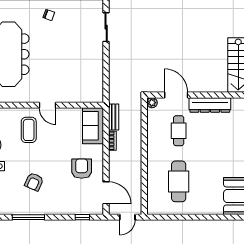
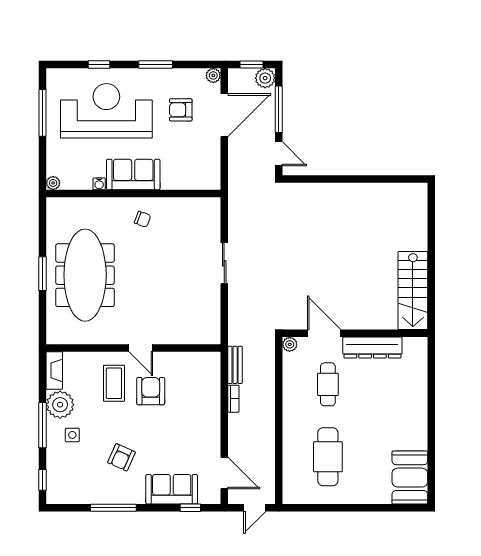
sliding door: (106, 27) -> (224, 263), moved
sofa: (93, 126) -> (172, 489), moved, turned 90
armchair: (82, 169) -> (151, 391), moved

